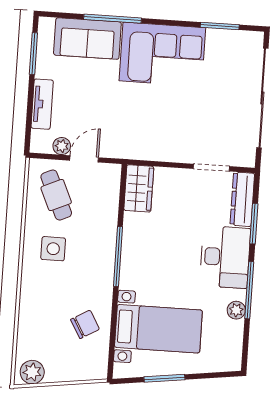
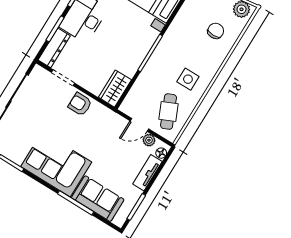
floor lamp: (38, 138) -> (161, 153), added
armchair: (172, 146) -> (80, 104), added
chair: (85, 324) -> (216, 31), moved, turned 120

